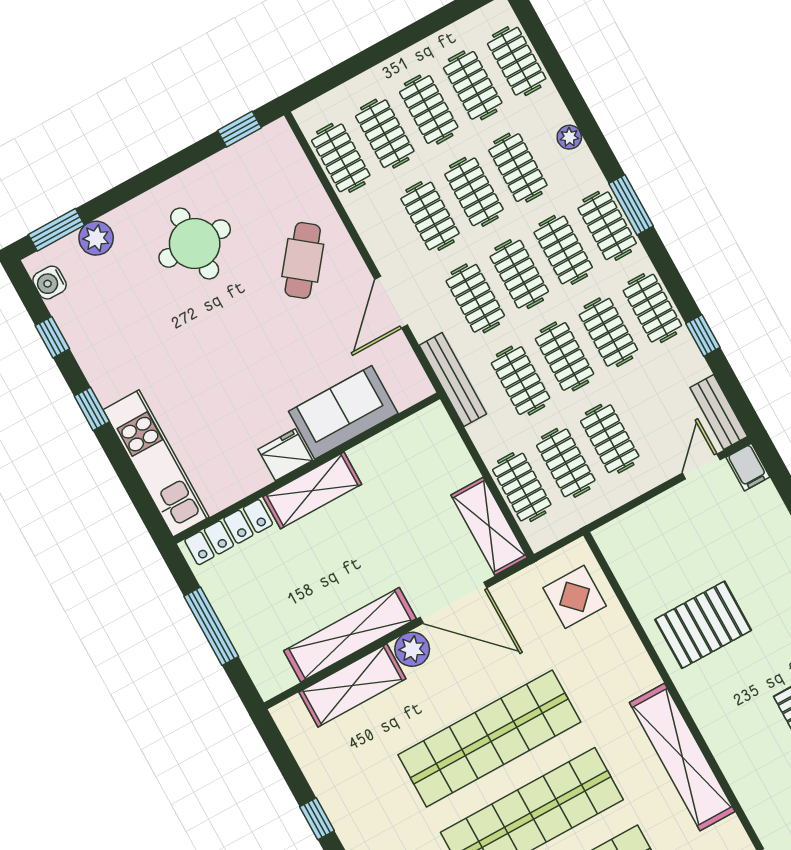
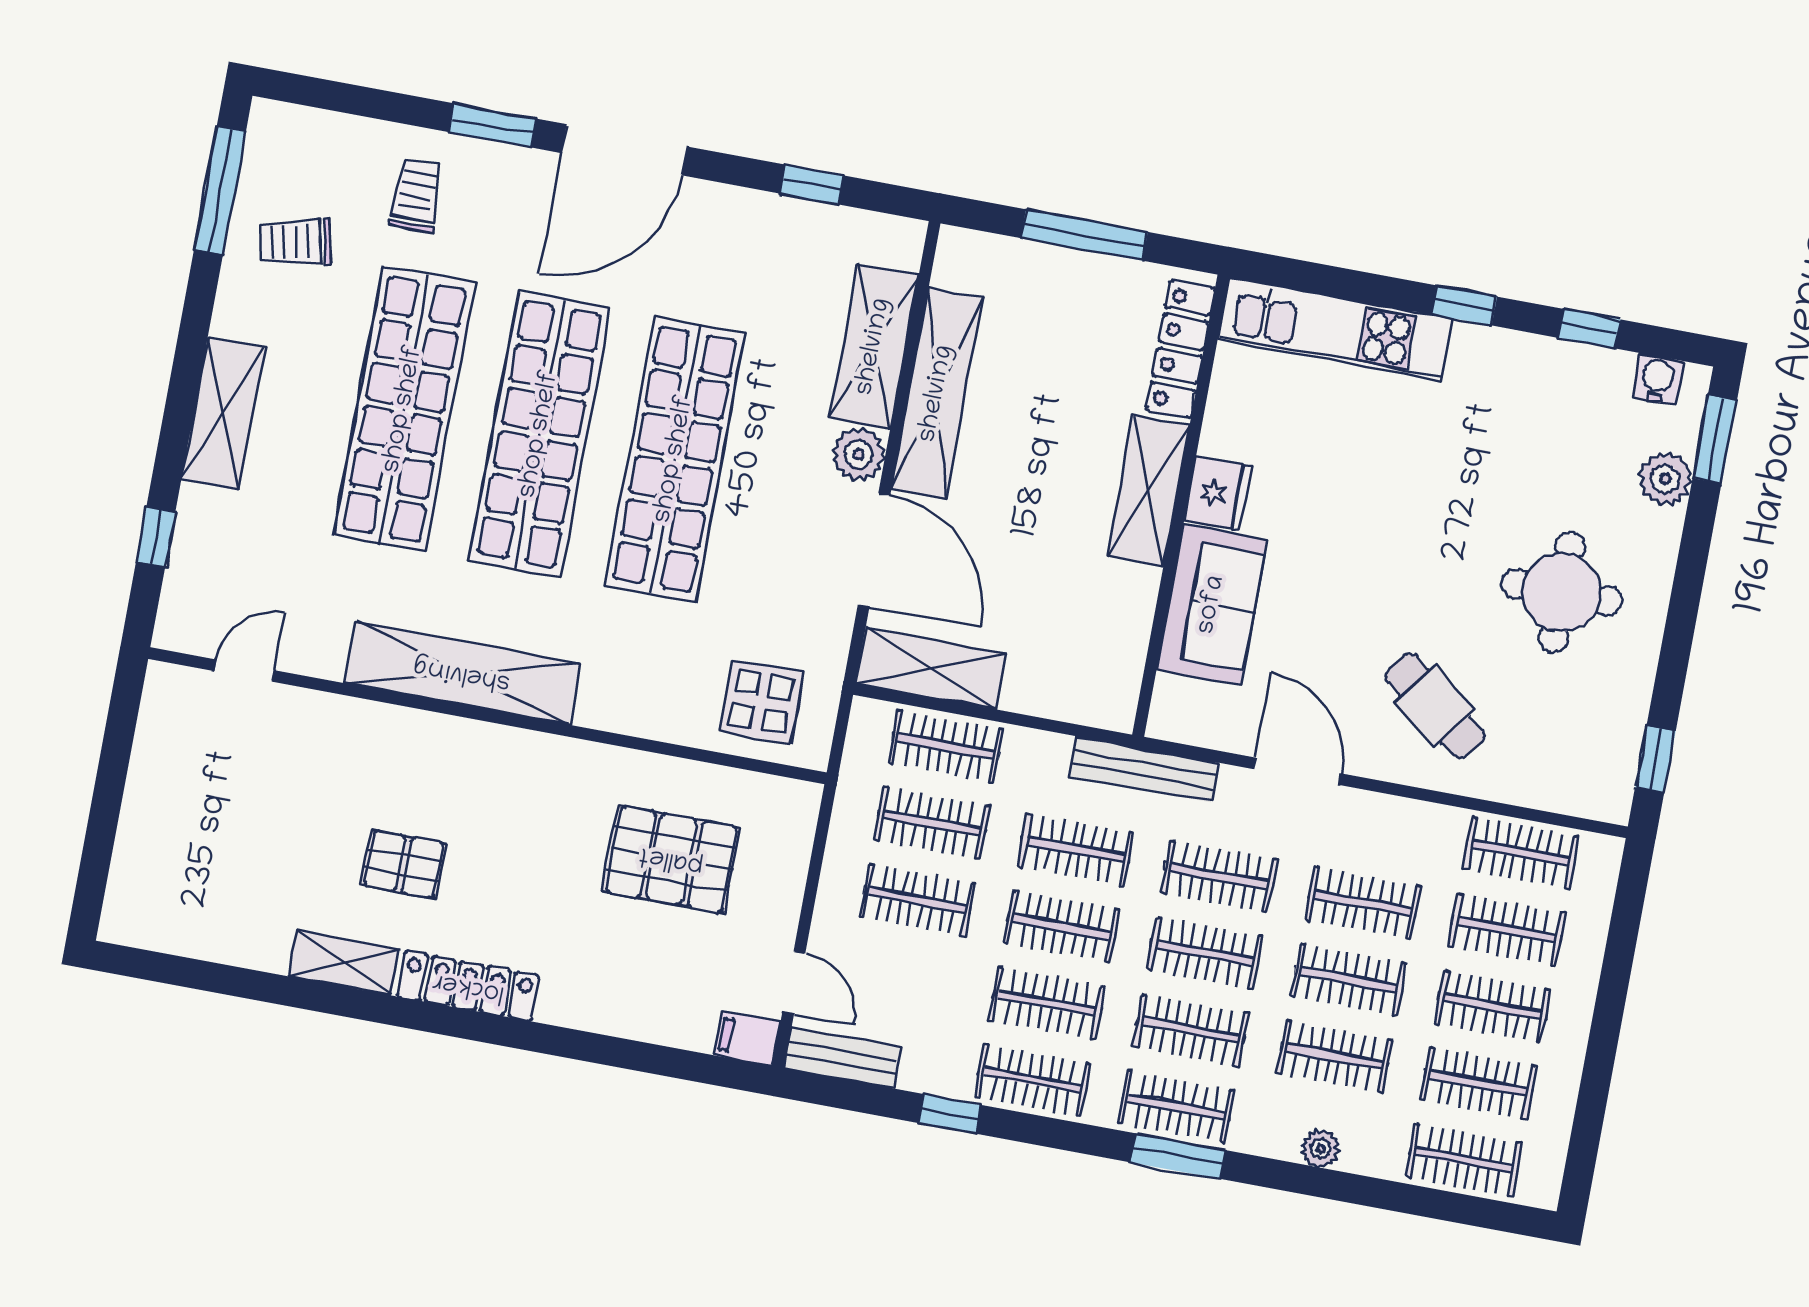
door: (453, 603) -> (874, 550), swing flipped
pallet: (703, 625) -> (671, 859), moved, turned 90
window: (317, 819) -> (812, 185), moved

